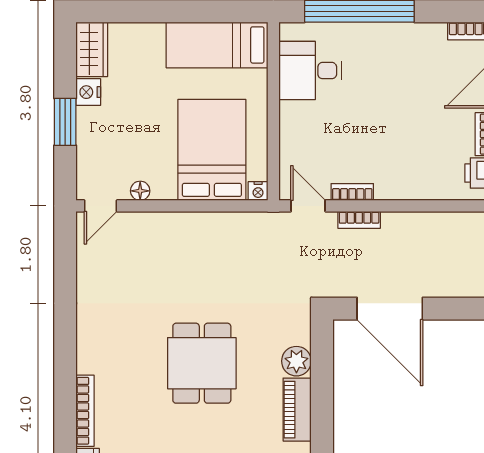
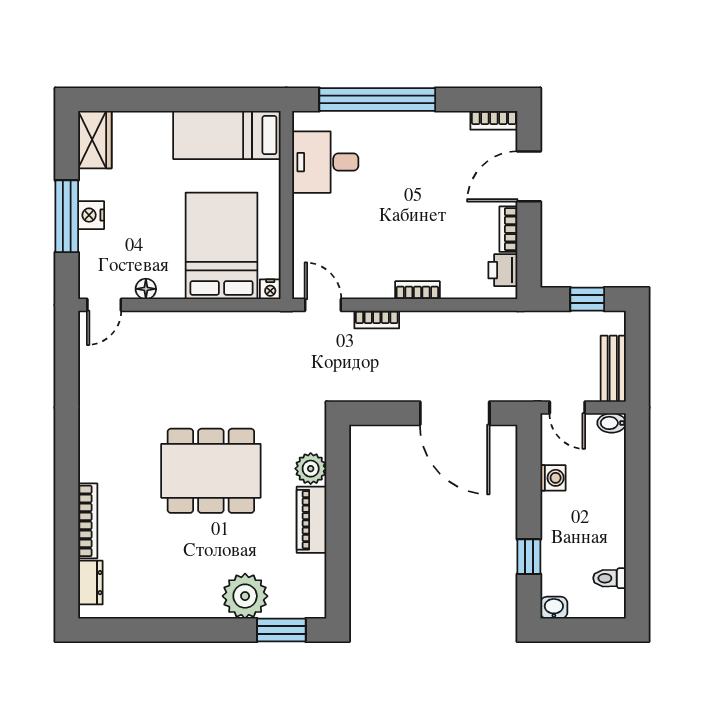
nightstand: (88, 92) -> (91, 215), moved
window: (65, 122) -> (67, 216), width x1.44
bookcase: (352, 192) -> (417, 290), moved
door: (390, 309) -> (455, 413), moved
dining table: (202, 363) -> (211, 471), width x1.38

